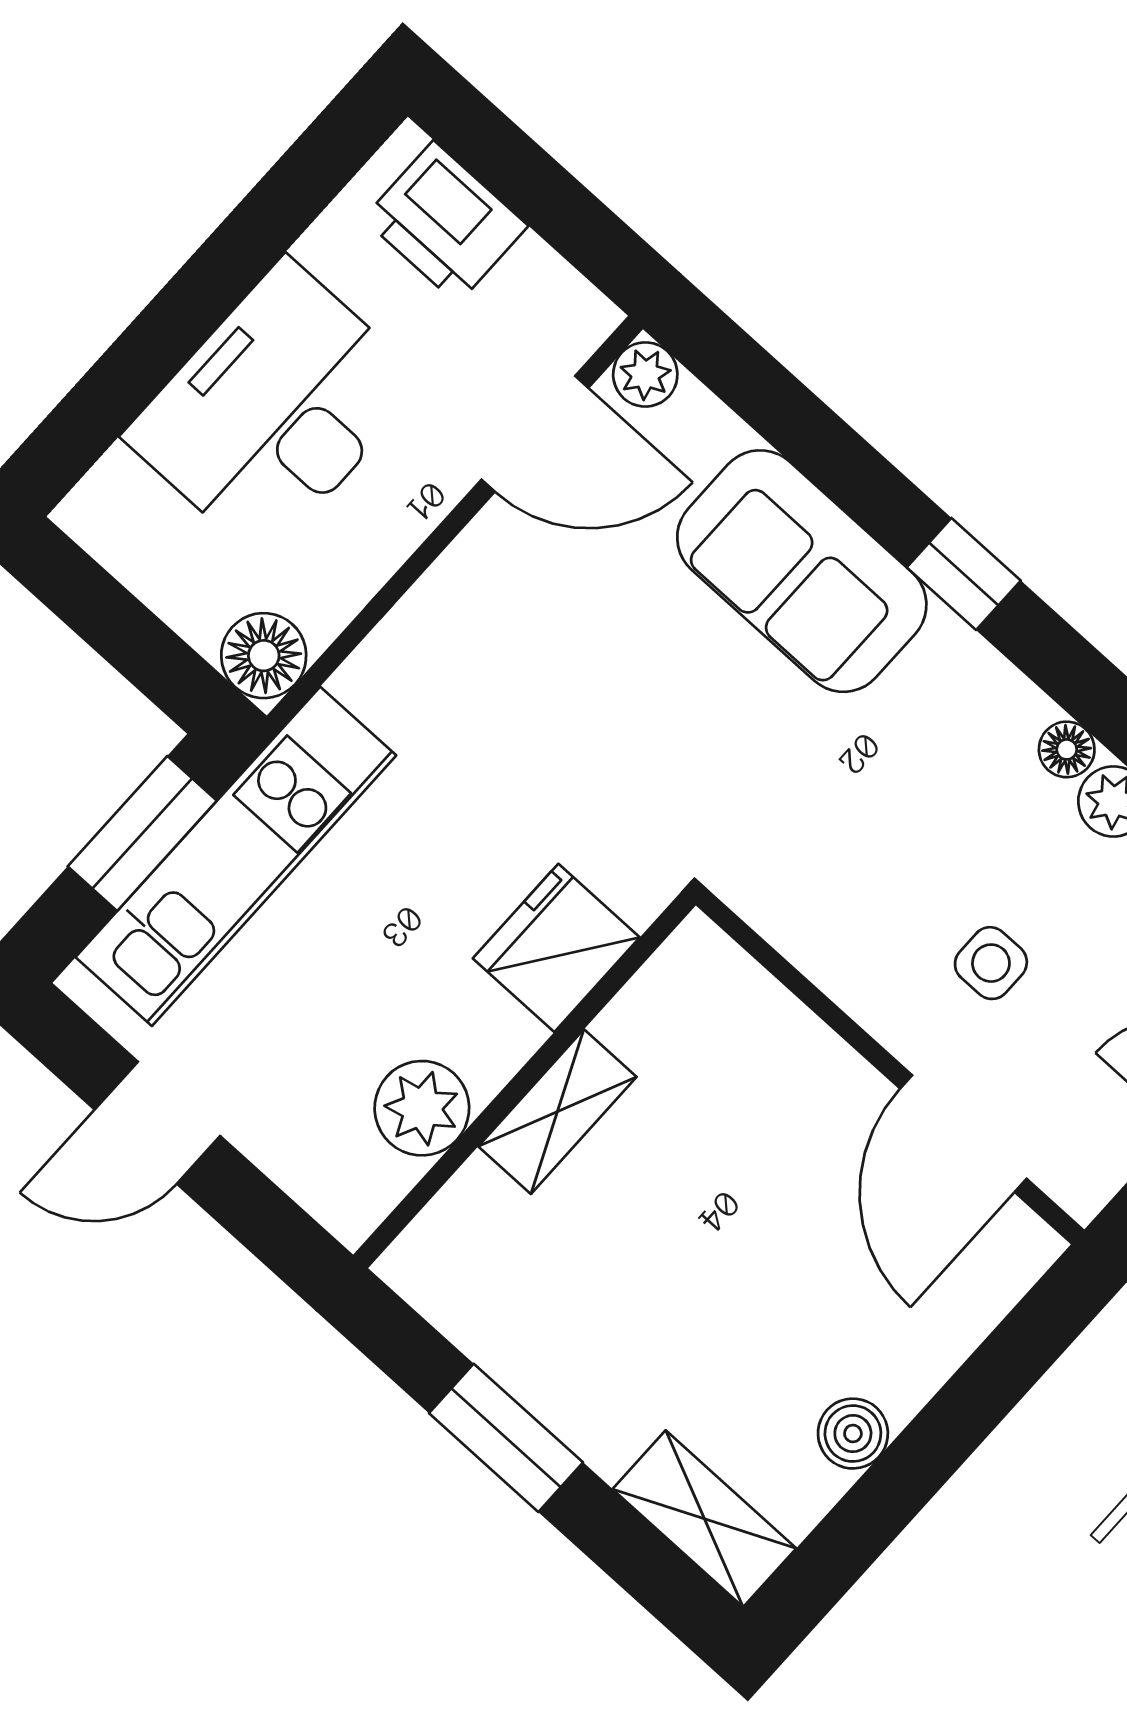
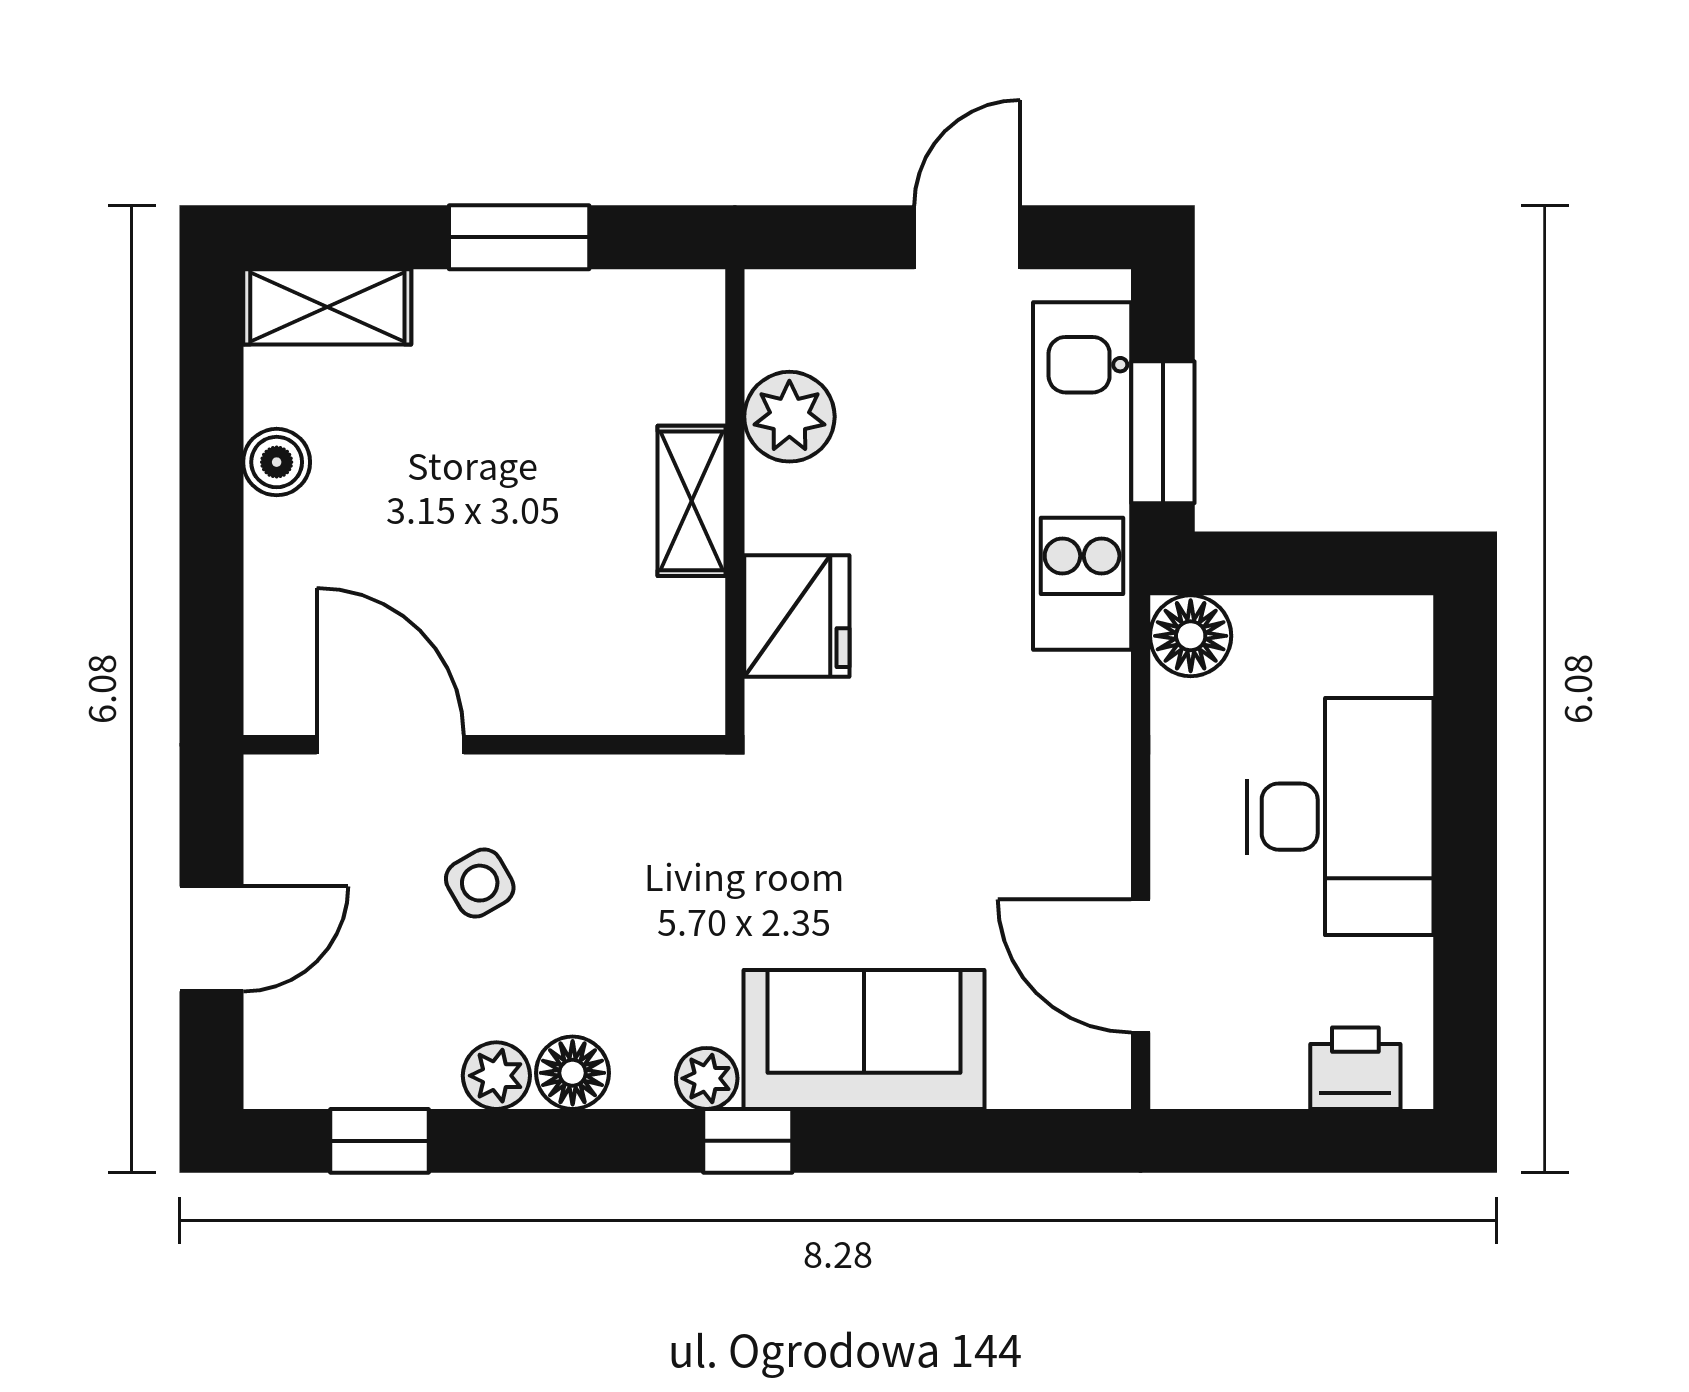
printer: (445, 222) -> (1355, 1068), width x0.73, depth x0.81
plant: (645, 374) -> (707, 1078), moved
door: (535, 434) -> (1141, 966), hinge flipped
floor lamp: (1067, 749) -> (573, 1073), width x1.37, depth x1.37
side table: (991, 963) -> (480, 883), turned -30

